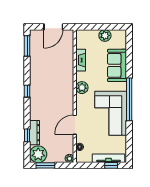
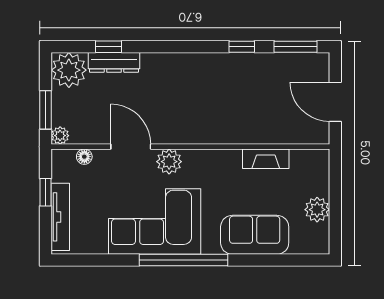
plant: (82, 88) -> (169, 162), moved
window: (27, 91) -> (242, 47), moved
window: (45, 165) -> (46, 110), moved
window: (111, 165) -> (46, 192), moved

